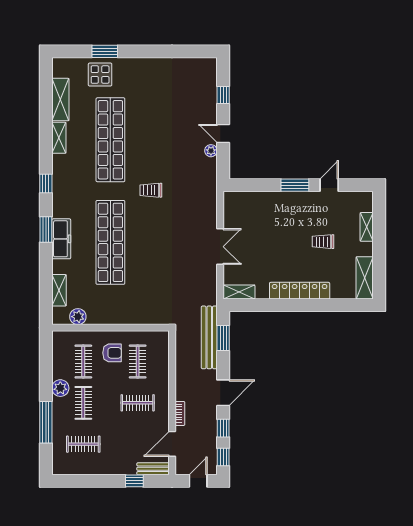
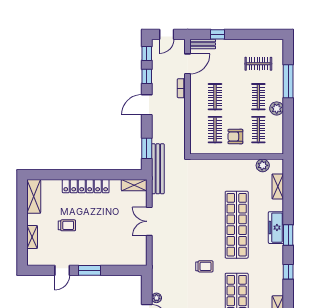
bench: (209, 337) -> (158, 169), moved
clothes rail: (138, 403) -> (215, 97), turned 90

